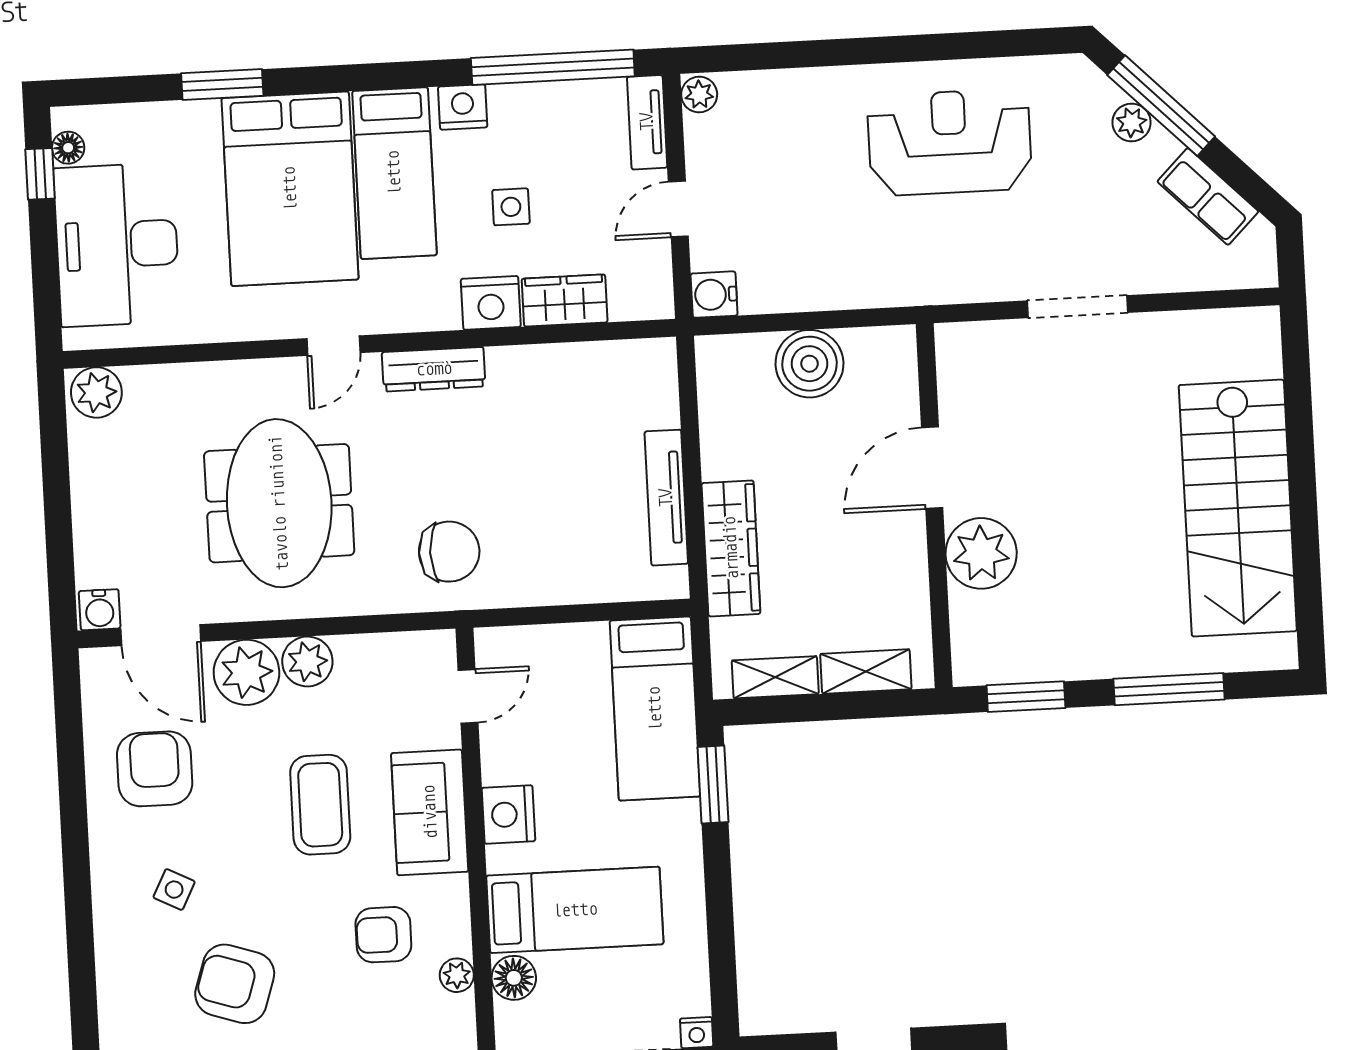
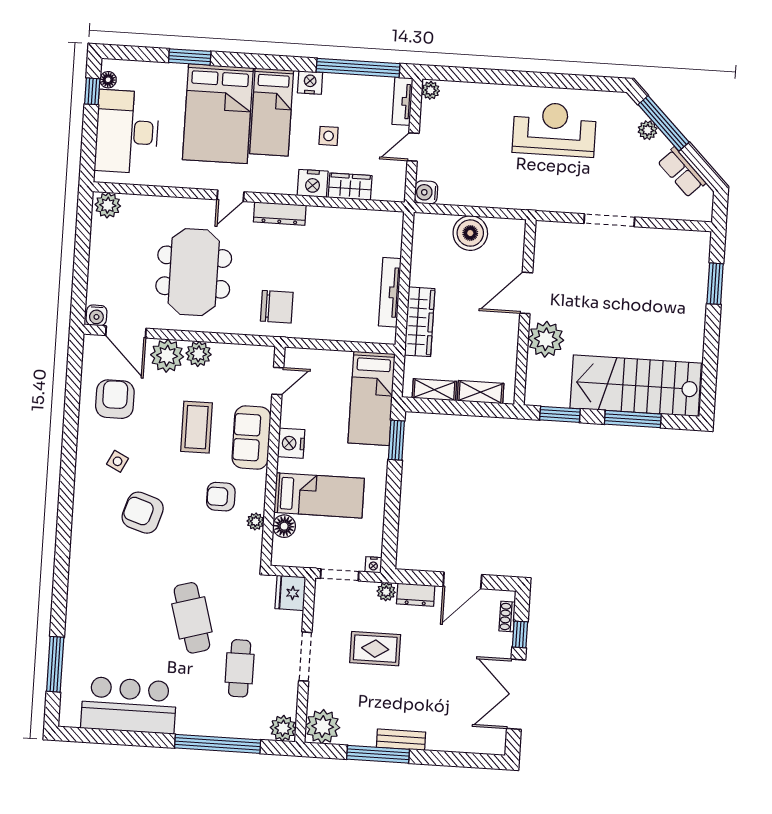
window: (1298, 406) -> (715, 284), added
stairs: (1238, 508) -> (636, 386), moved, turned 90

